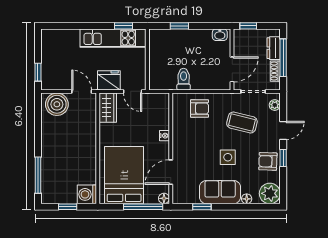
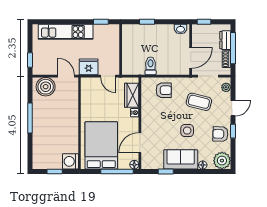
kitchen unit: (113, 38) -> (66, 32), moved
wardrobe: (108, 108) -> (132, 95), moved, turned 180
window: (38, 175) -> (30, 118), moved

